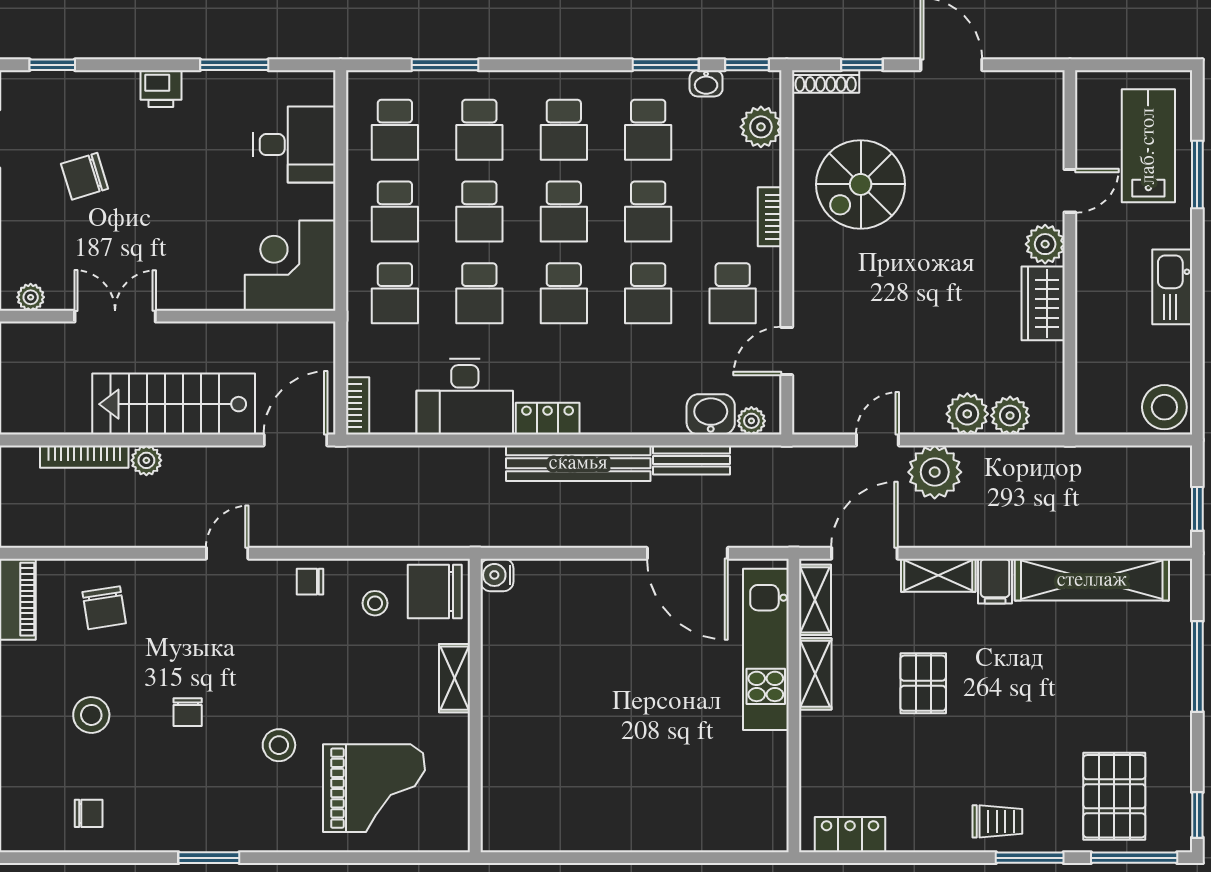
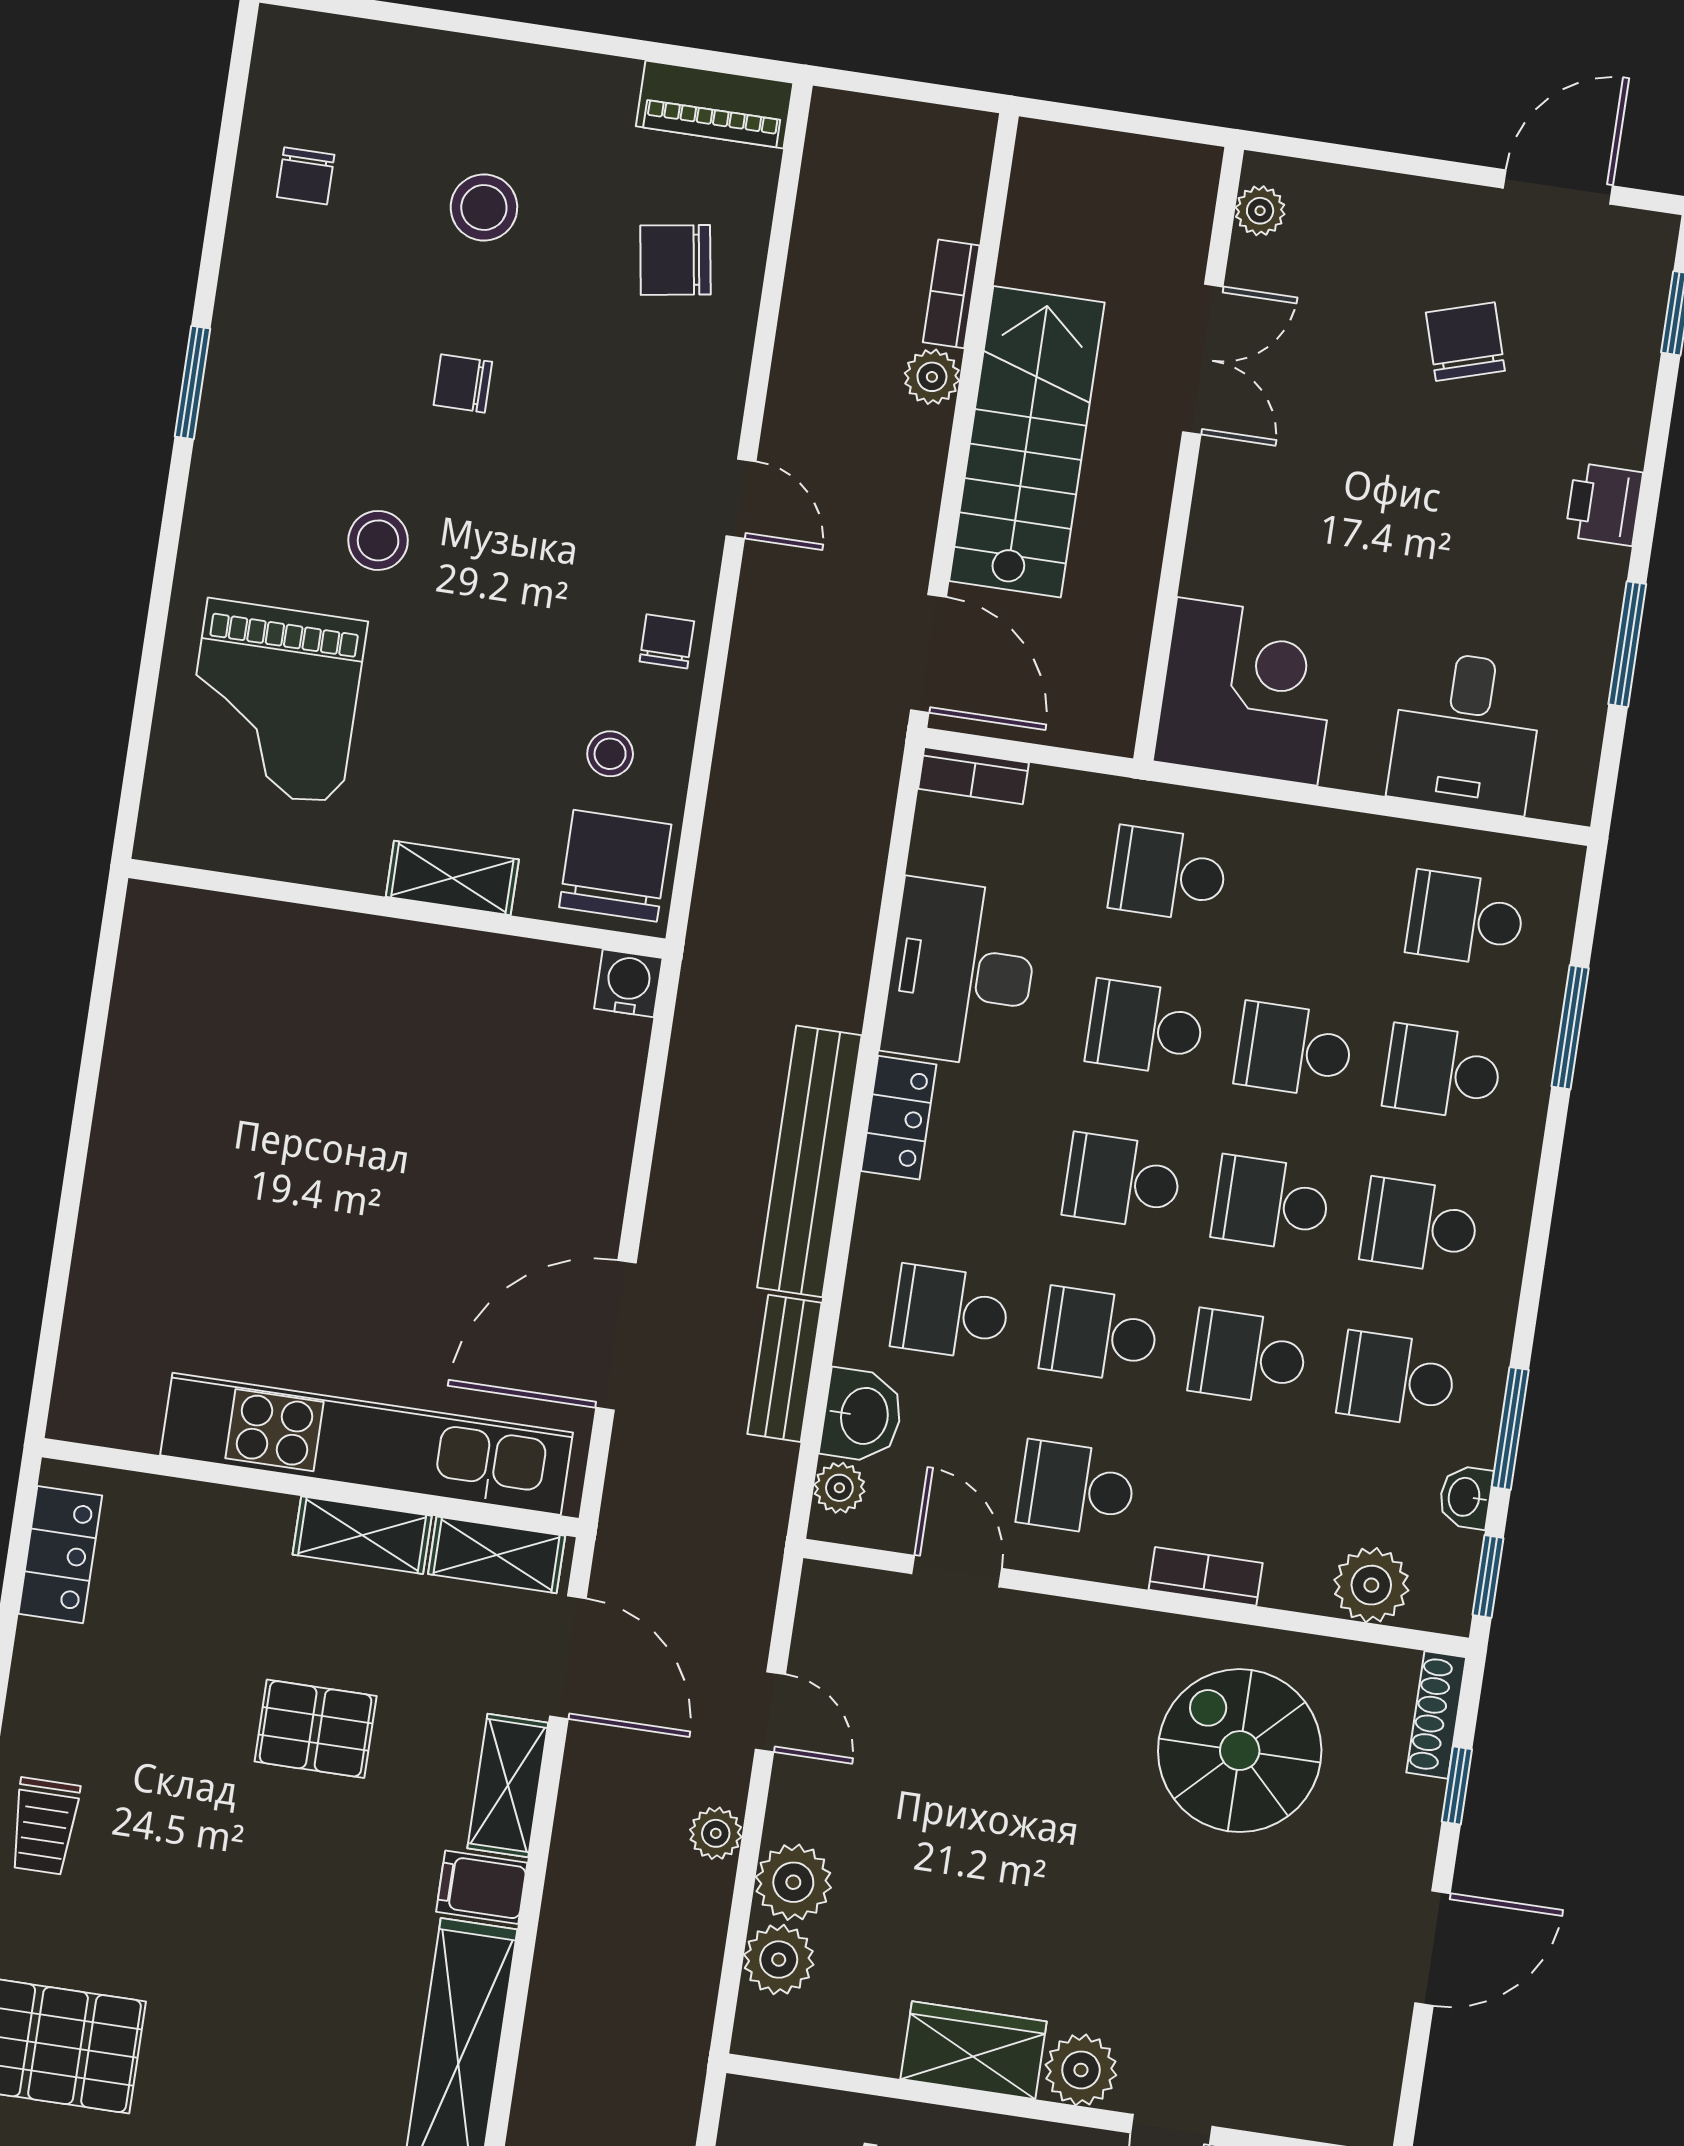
school desk: (395, 212) -> (951, 1313), moved
bookcase: (84, 457) -> (951, 294), width x0.64
plant: (935, 472) -> (716, 1833), width x0.53, depth x0.53
kitchen unit: (766, 649) -> (367, 1444), width x1.36

